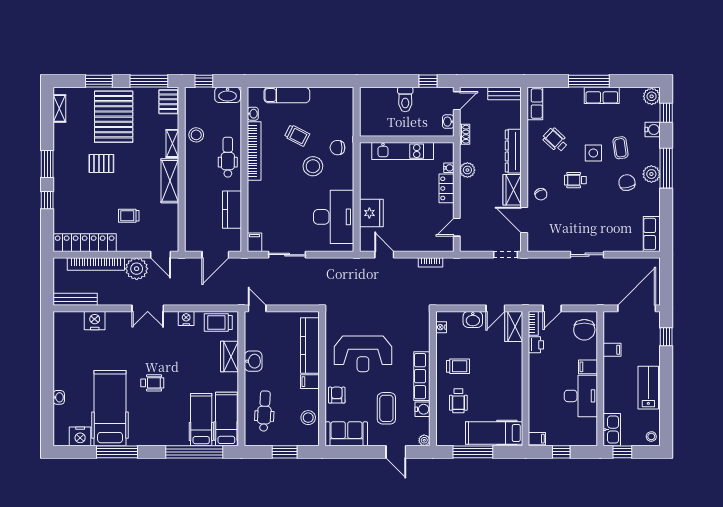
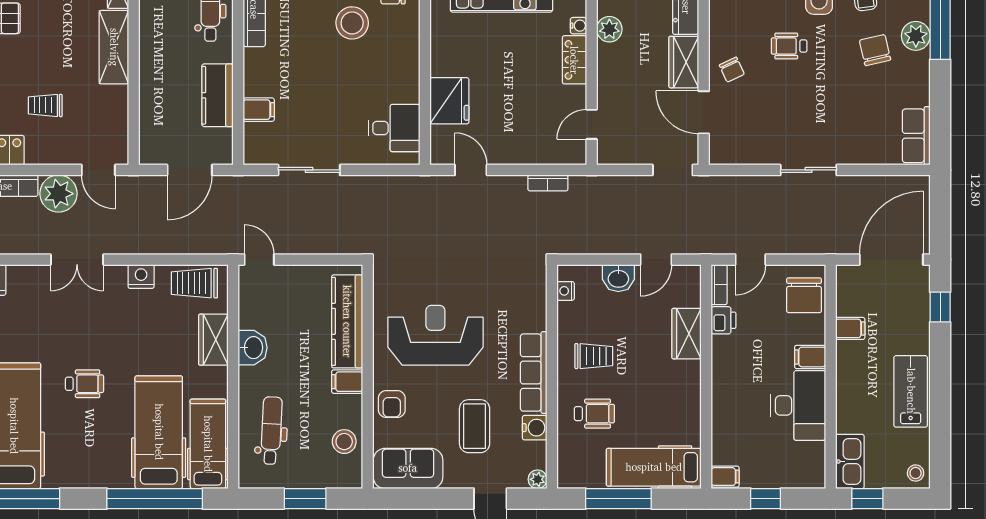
desk: (334, 217) -> (394, 128), width x0.53, depth x0.77
filing cabinet: (254, 242) -> (259, 110), moved, turned 90
wardrobe: (514, 326) -> (687, 334), moved
reception desk: (363, 354) -> (435, 335), turned 180
armchair: (337, 395) -> (392, 404), turned 180
wheelchair: (458, 401) -> (594, 414), turned -90
hospital bed: (201, 420) -> (159, 432), width x1.37, depth x1.29

